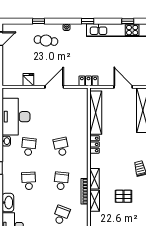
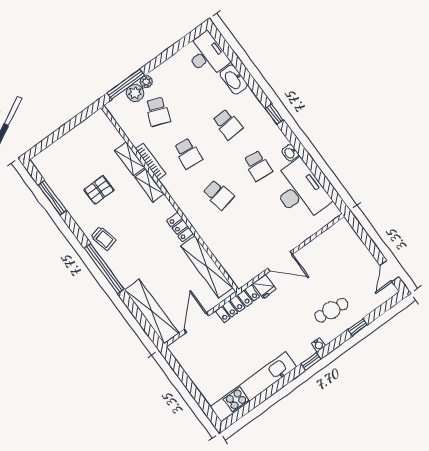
window: (88, 21) -> (311, 361), moved
window: (128, 21) -> (249, 406), removed
fridge: (28, 80) -> (264, 286), moved
locker: (88, 81) -> (238, 304), width x1.53
door: (54, 87) -> (280, 261), hinge flipped
door: (123, 87) -> (196, 323), swing flipped

